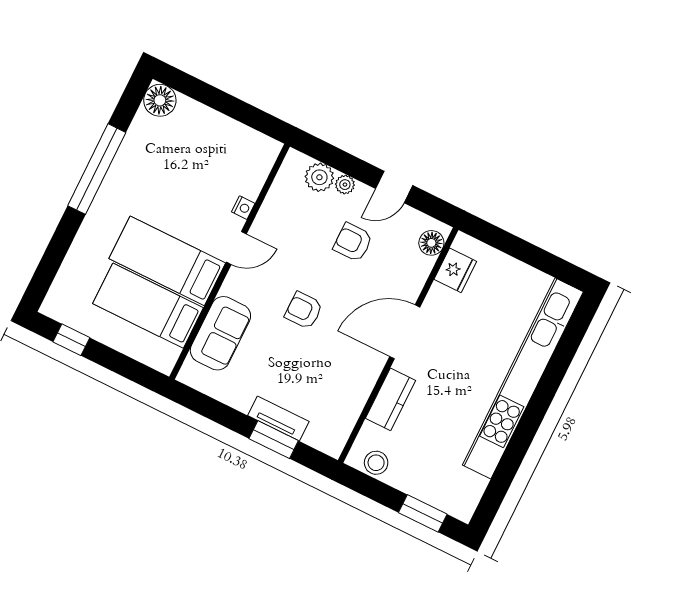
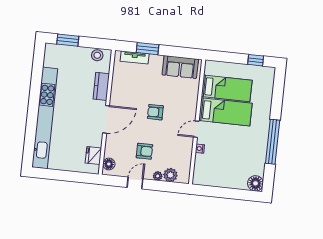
armchair: (304, 310) -> (155, 112), turned 180
sofa: (220, 333) -> (180, 67), moved, turned -90
tv unit: (278, 418) -> (135, 57), moved

